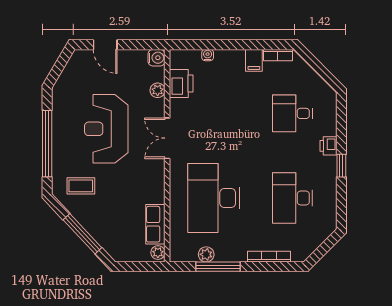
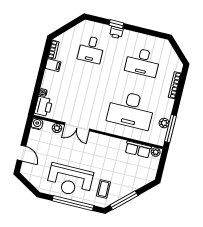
door: (105, 45) -> (21, 153), hinge flipped
printer: (181, 84) -> (43, 106), moved, turned 90
reception desk: (106, 129) -> (70, 180), moved
double door: (167, 138) -> (77, 127), moved
window: (341, 166) -> (116, 24), moved
window: (82, 234) -> (124, 200), moved
window: (218, 267) -> (171, 129), moved

